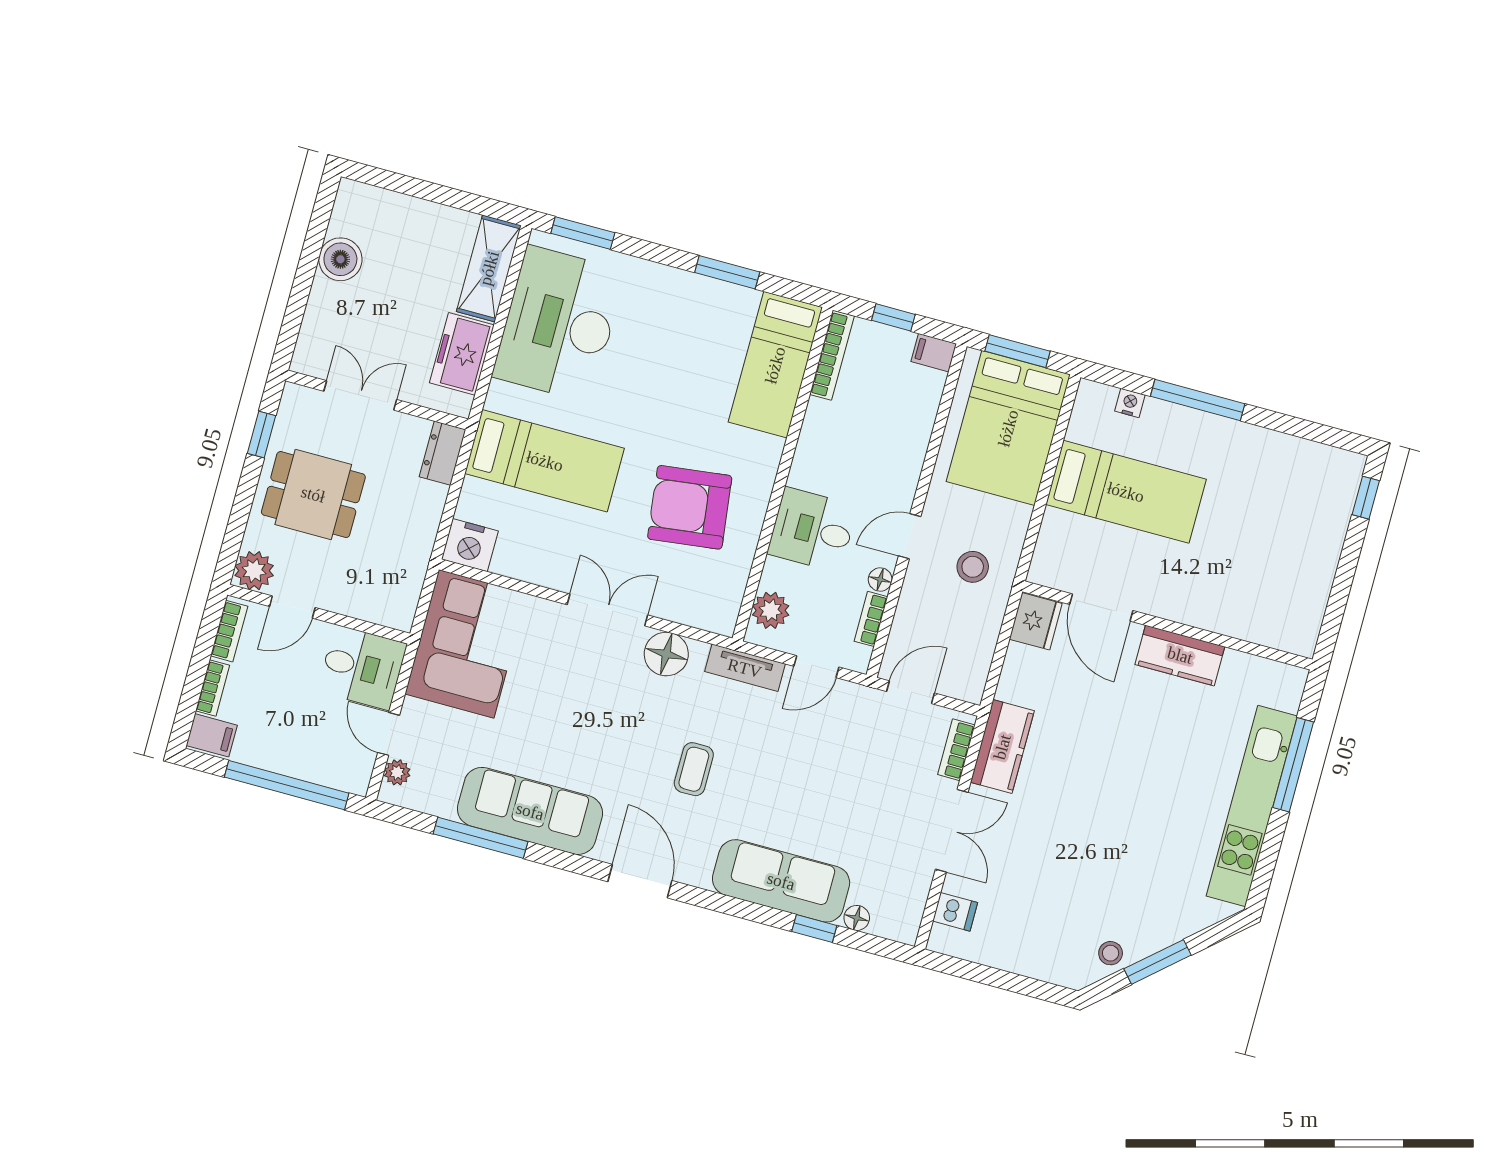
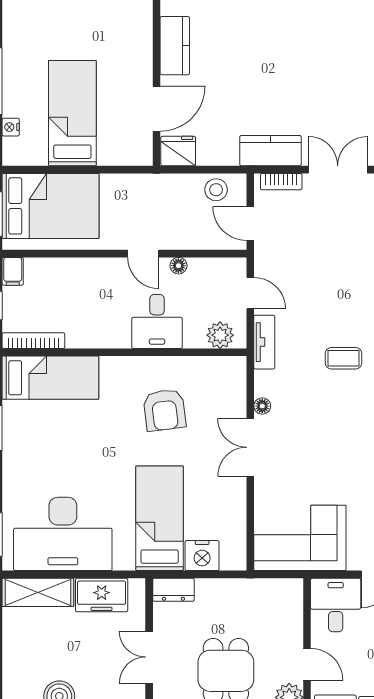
armchair: (690, 507) -> (164, 410), width x0.73, depth x0.73
nightstand: (470, 545) -> (202, 556), moved, turned 90
stool: (973, 567) -> (216, 190), moved
bookcase: (871, 619) -> (207, 265), removed
floor lamp: (666, 654) -> (262, 406), width x0.53, depth x0.53

